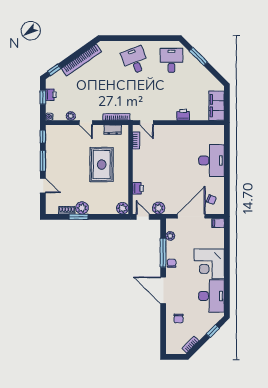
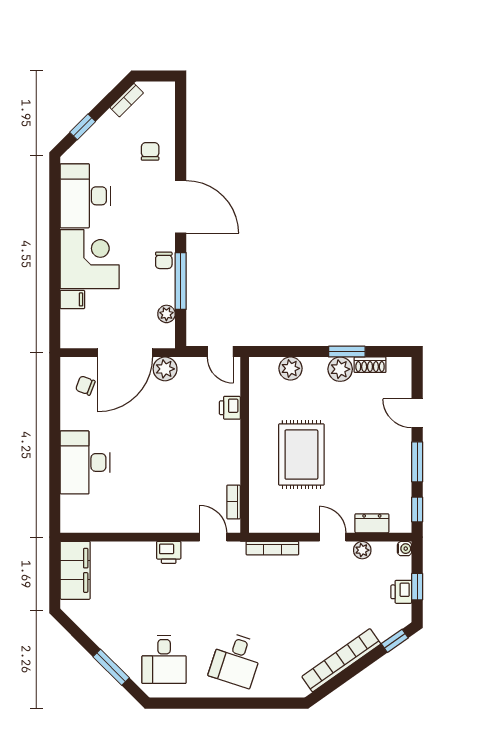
desk: (135, 60) -> (236, 660), turned 39
printer: (183, 115) -> (169, 552), moved
dresser: (113, 130) -> (372, 523), moved
plant: (122, 208) -> (291, 368), moved
plant: (159, 208) -> (165, 369), moved
filing cabinet: (218, 223) -> (72, 299), moved

